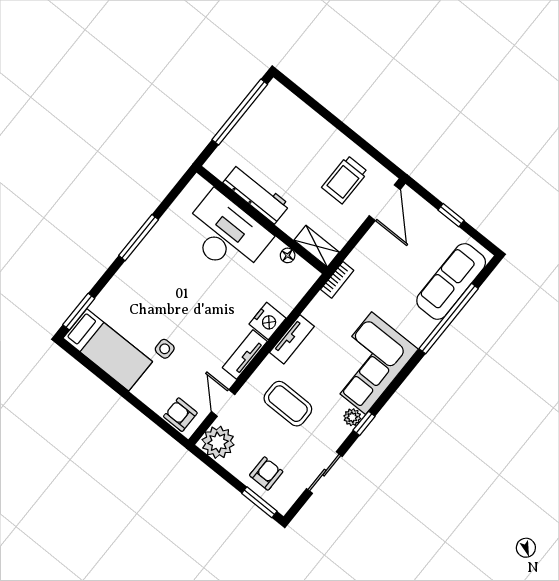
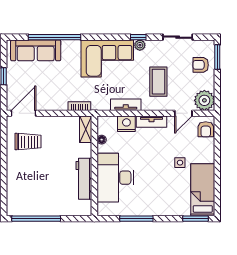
workbench: (256, 194) -> (84, 179), moved
wall: (262, 220) -> (94, 166), moved
desk: (226, 234) -> (115, 178), moved
shelving: (317, 246) -> (86, 129), moved
floor lamp: (288, 255) -> (102, 140), moved

